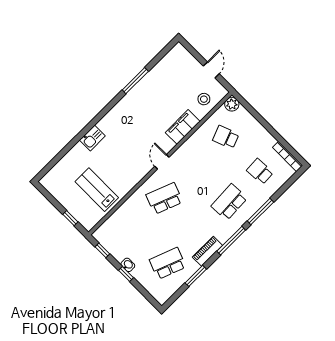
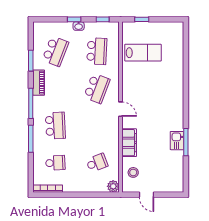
kitchen sink: (92, 138) -> (177, 141), moved
school desk: (134, 229) -> (97, 51), added

